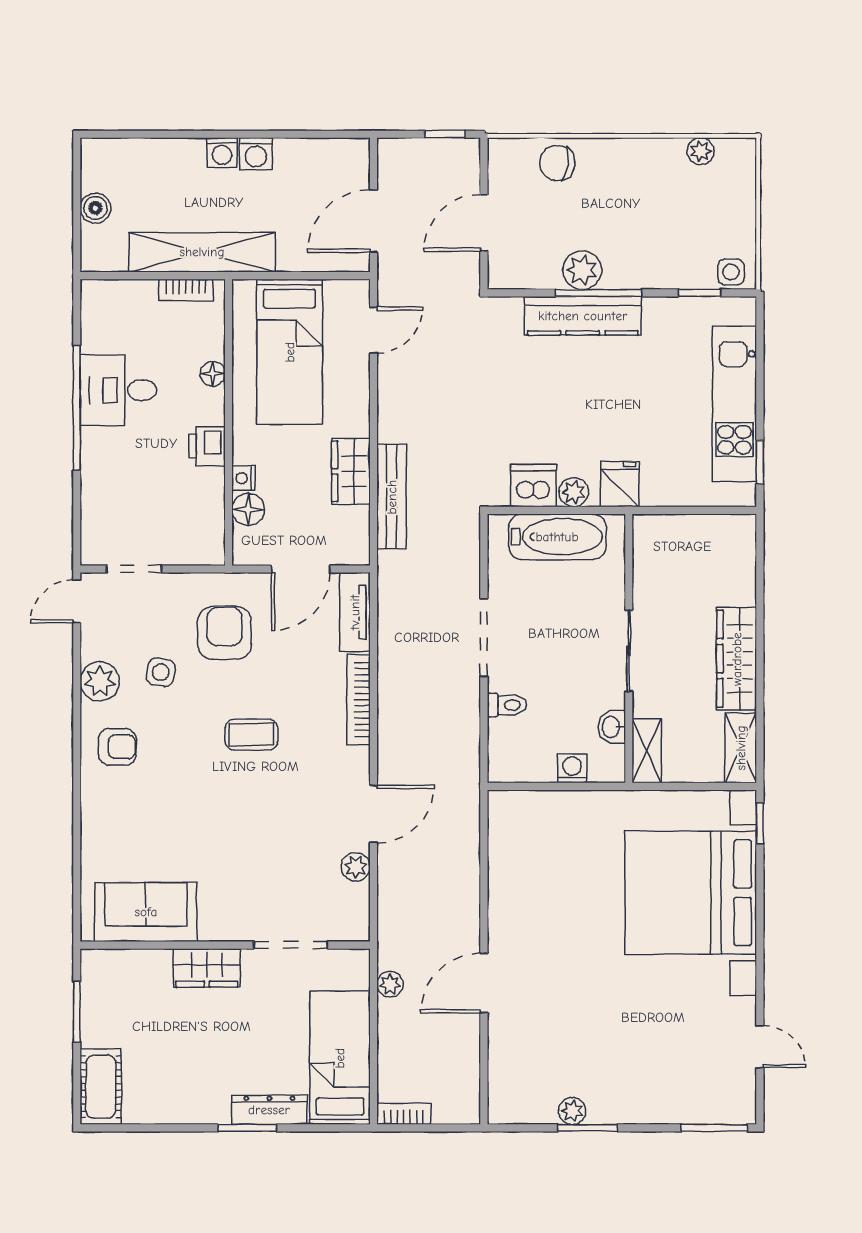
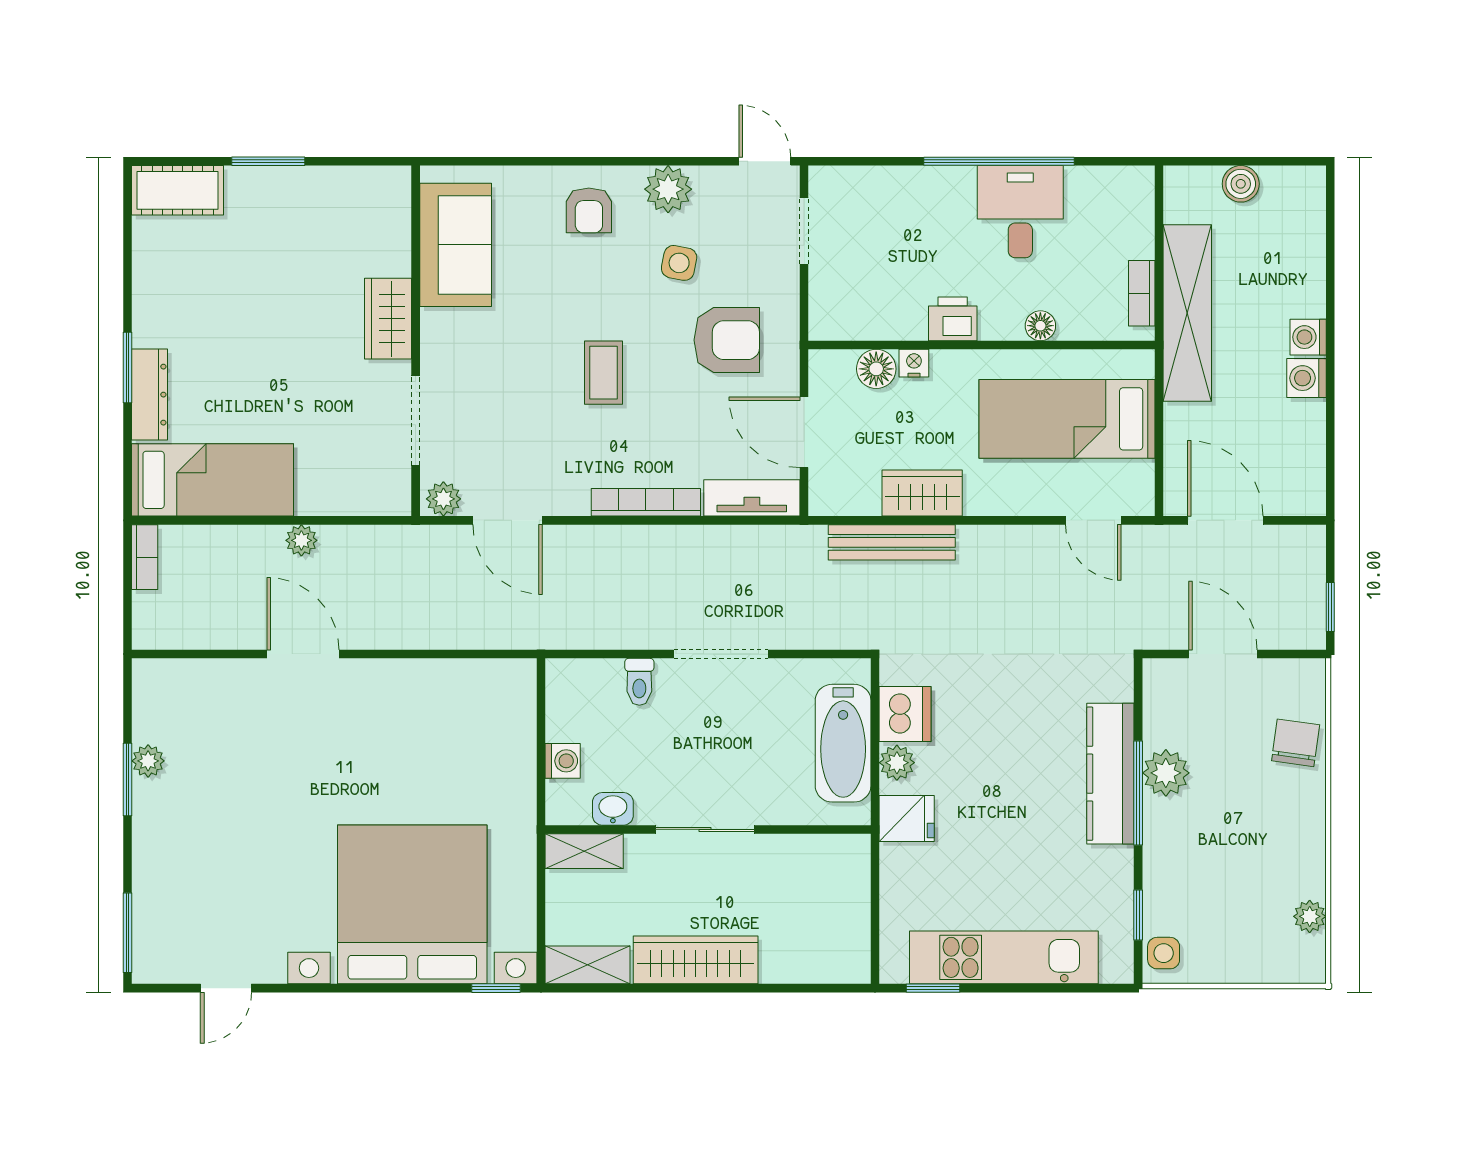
sofa: (146, 912) -> (456, 245), moved
wall: (225, 945) -> (416, 341), moved
doorway: (291, 945) -> (416, 420), moved
wardrobe: (207, 968) -> (388, 319), moved

